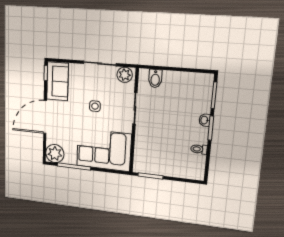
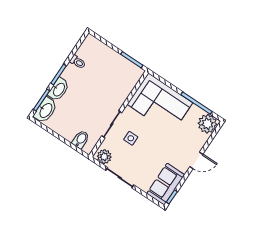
washbasin: (204, 88) -> (46, 110), added
side table: (95, 106) -> (131, 138), moved
door: (45, 117) -> (196, 160), width x0.53
washbasin: (205, 120) -> (59, 89), width x1.91, depth x1.45

